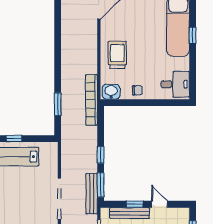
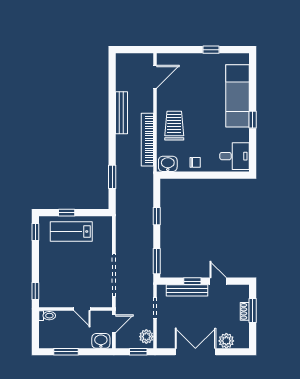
window: (193, 35) -> (253, 120), moved
bookcase: (91, 100) -> (147, 140), moved
window: (101, 155) -> (157, 216), moved
bench: (92, 194) -> (121, 113), moved

